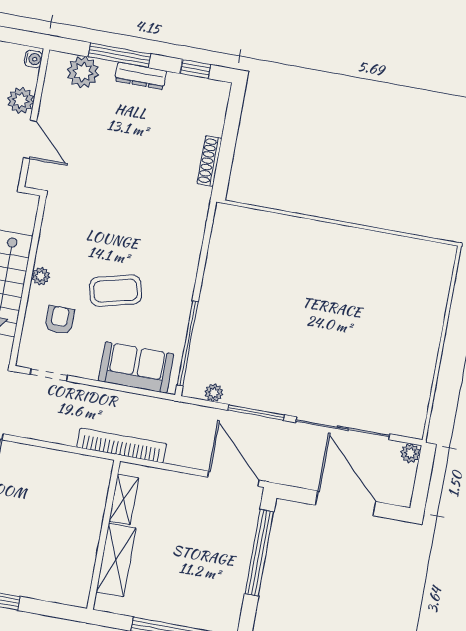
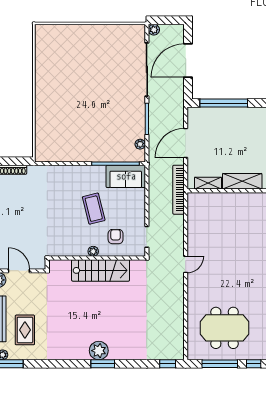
door: (30, 139) -> (19, 271), hinge flipped
armchair: (60, 320) -> (116, 237), turned 90
sofa: (136, 367) -> (126, 176), moved, turned -90
door: (233, 479) -> (186, 143), moved

